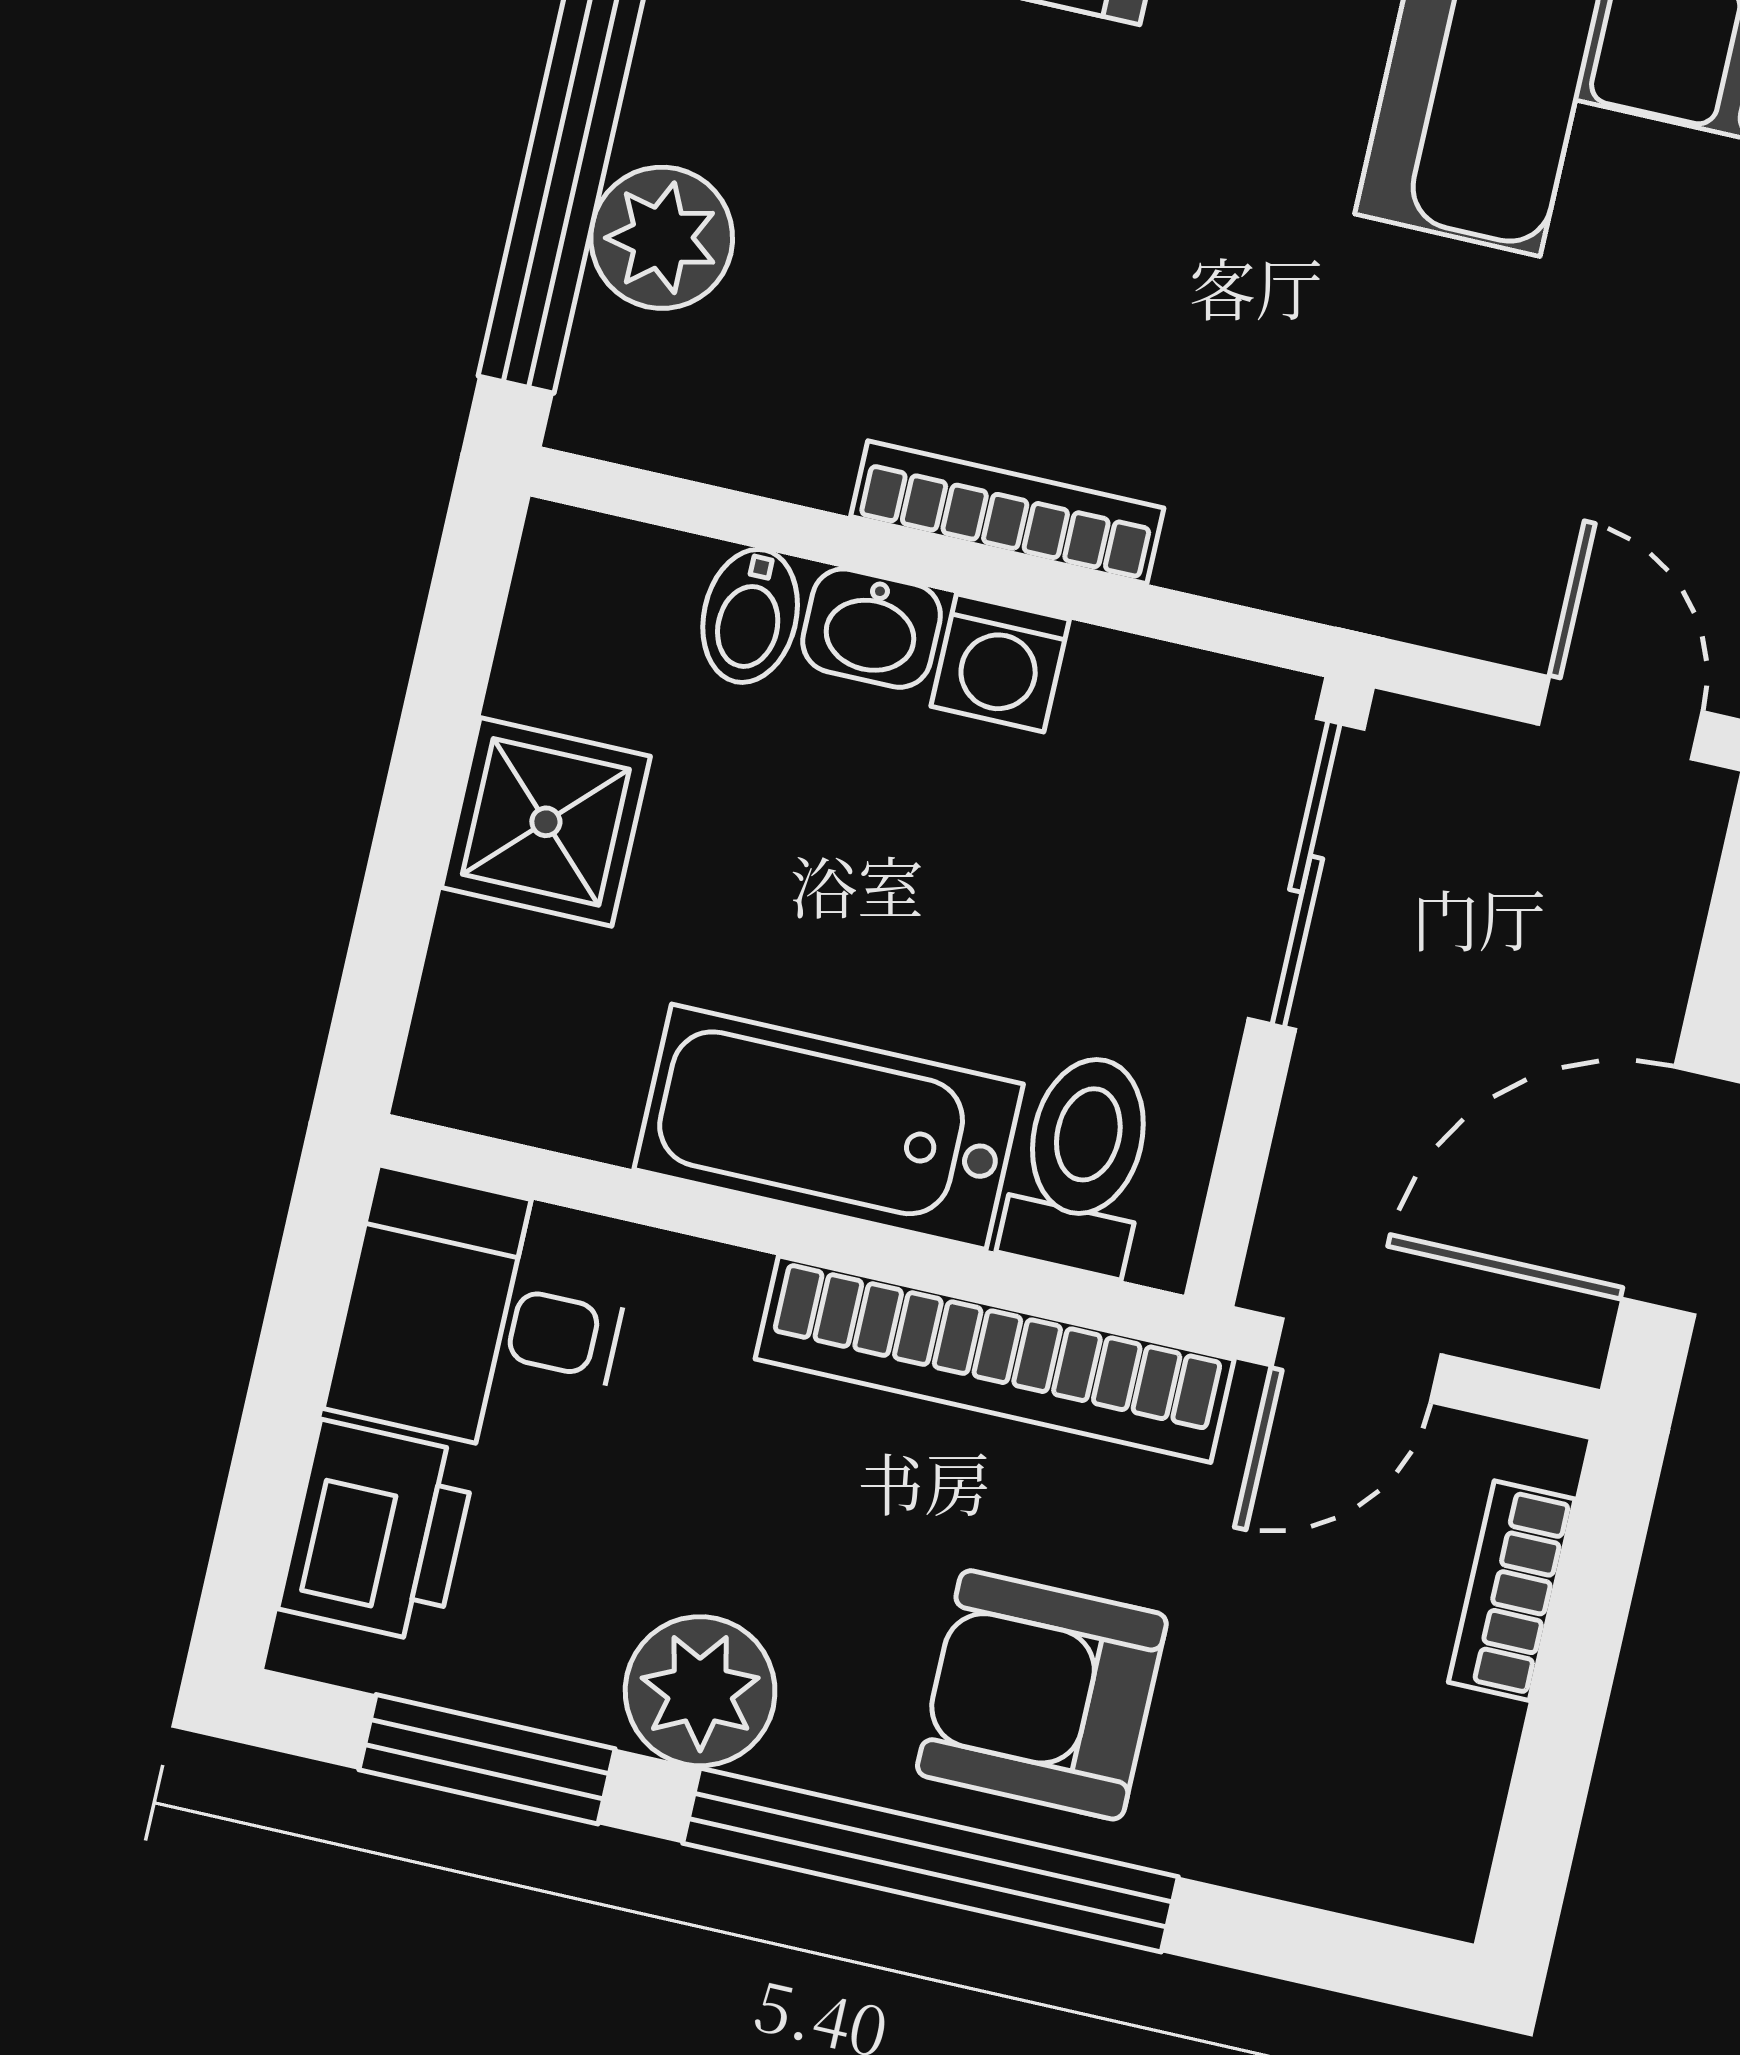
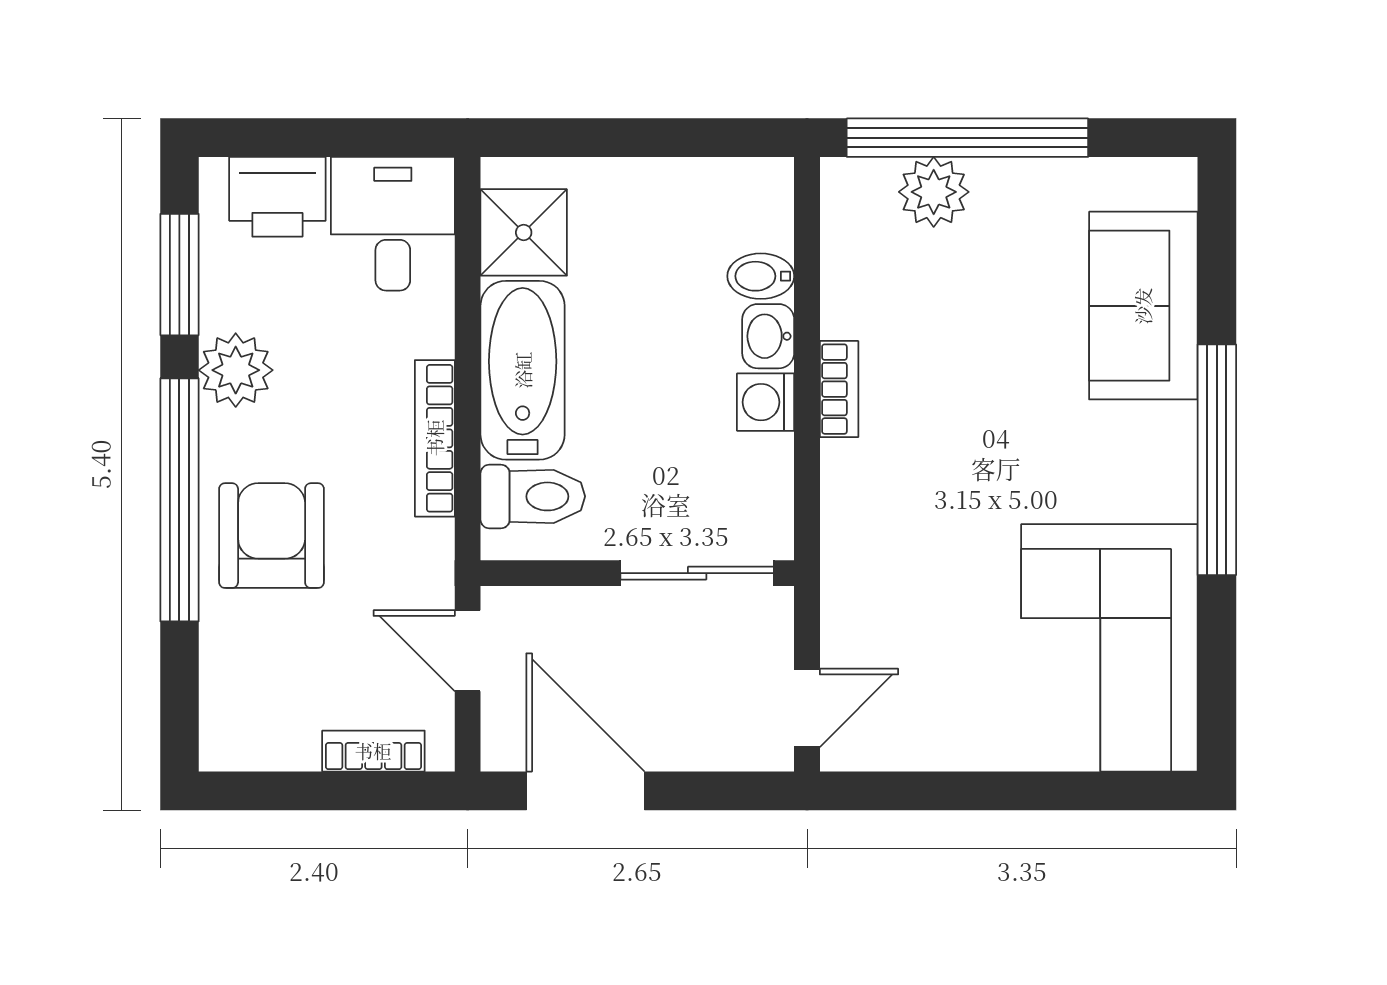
bookcase: (1007, 512) -> (839, 389), width x0.64
shower: (546, 822) -> (524, 232), moved
bookcase: (995, 1359) -> (435, 438), width x0.68, depth x0.76

